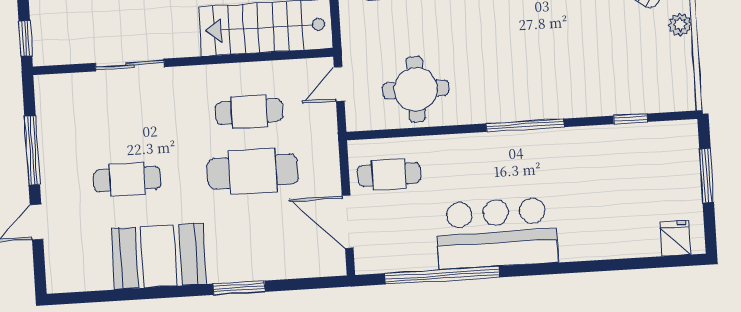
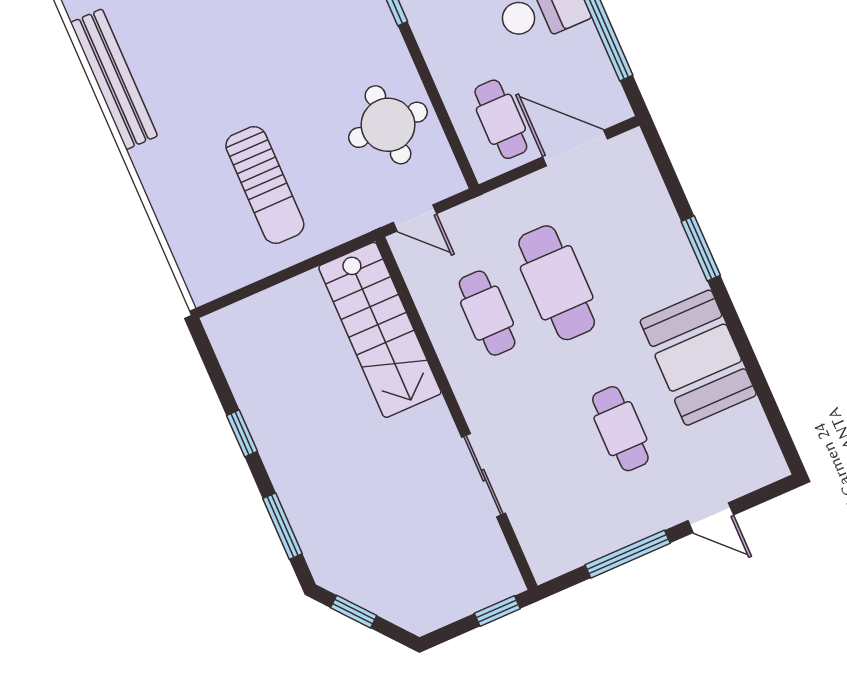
door: (348, 222) -> (575, 148), swing flipped

